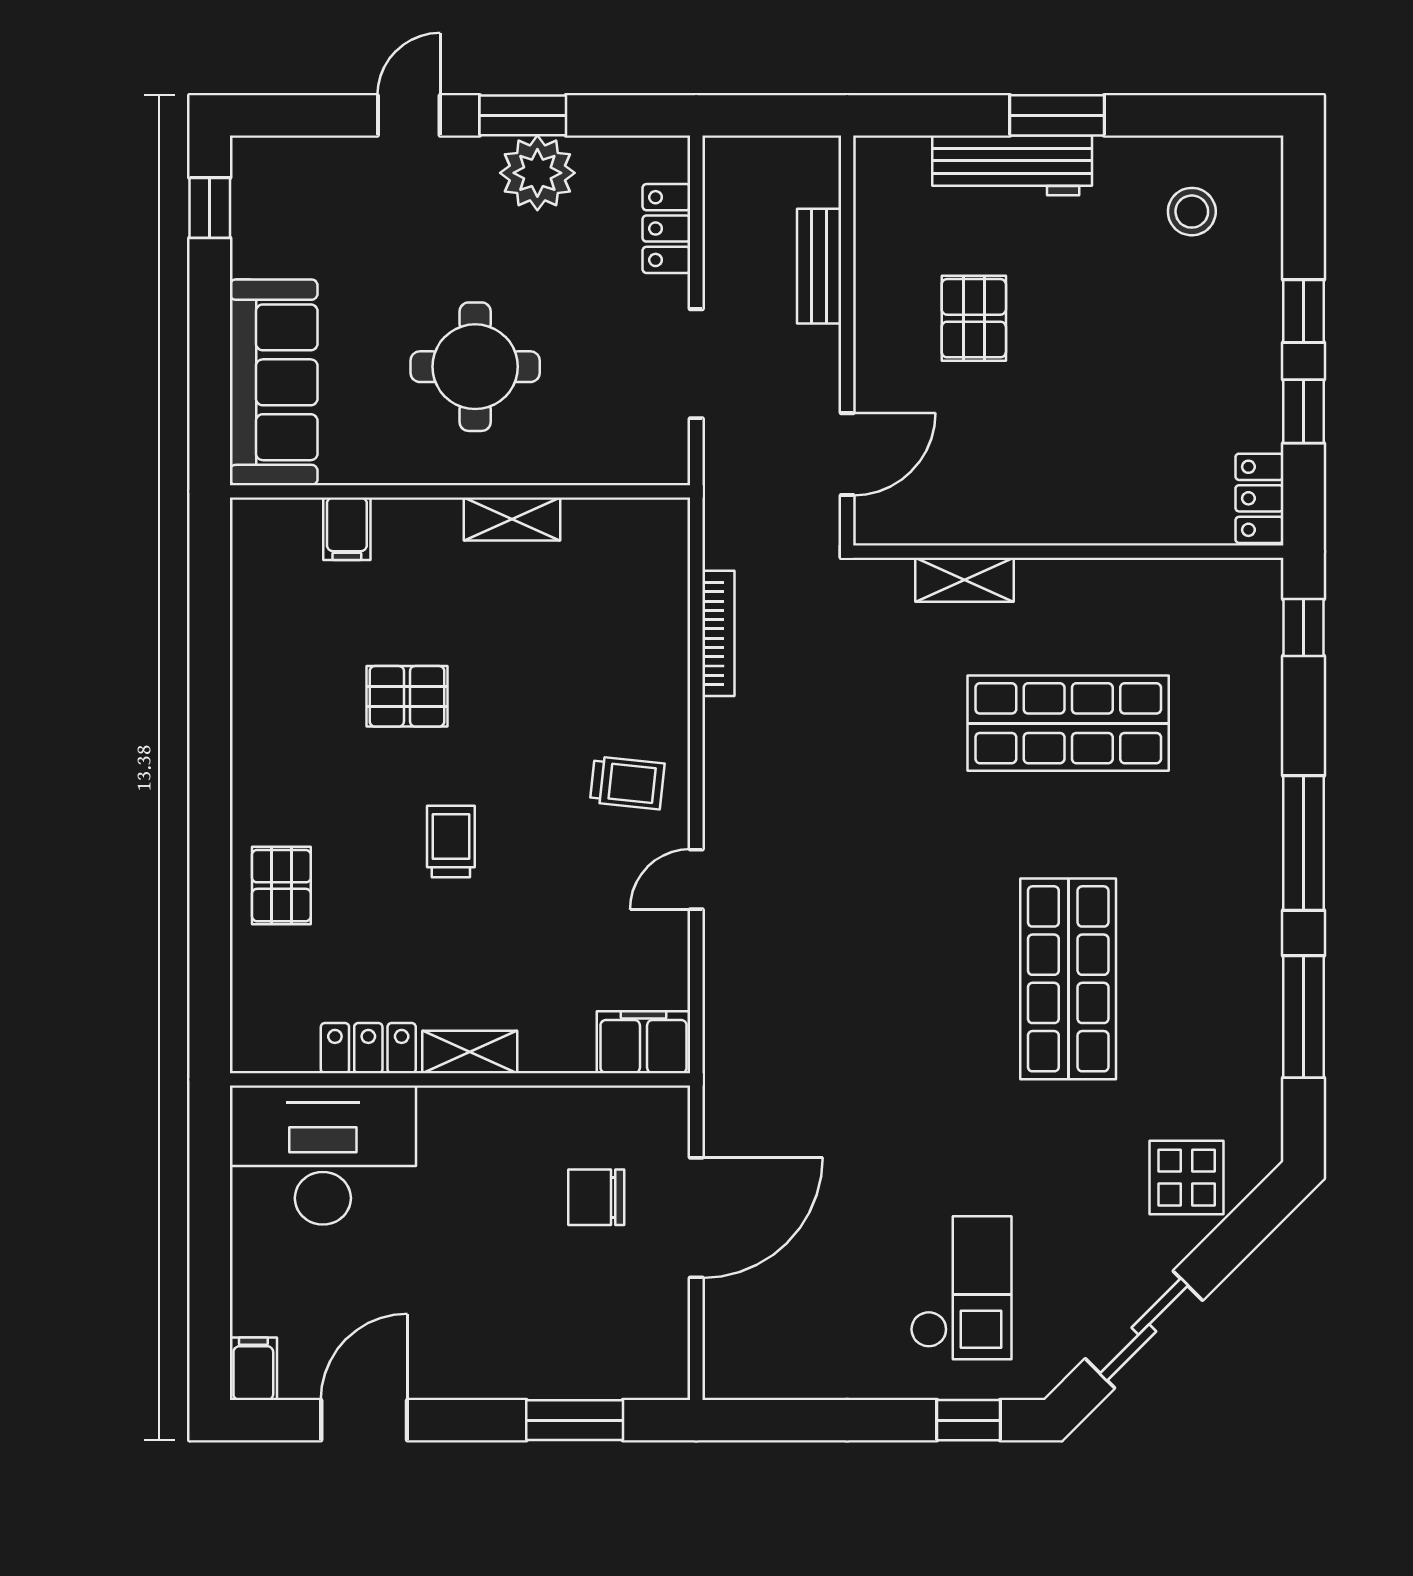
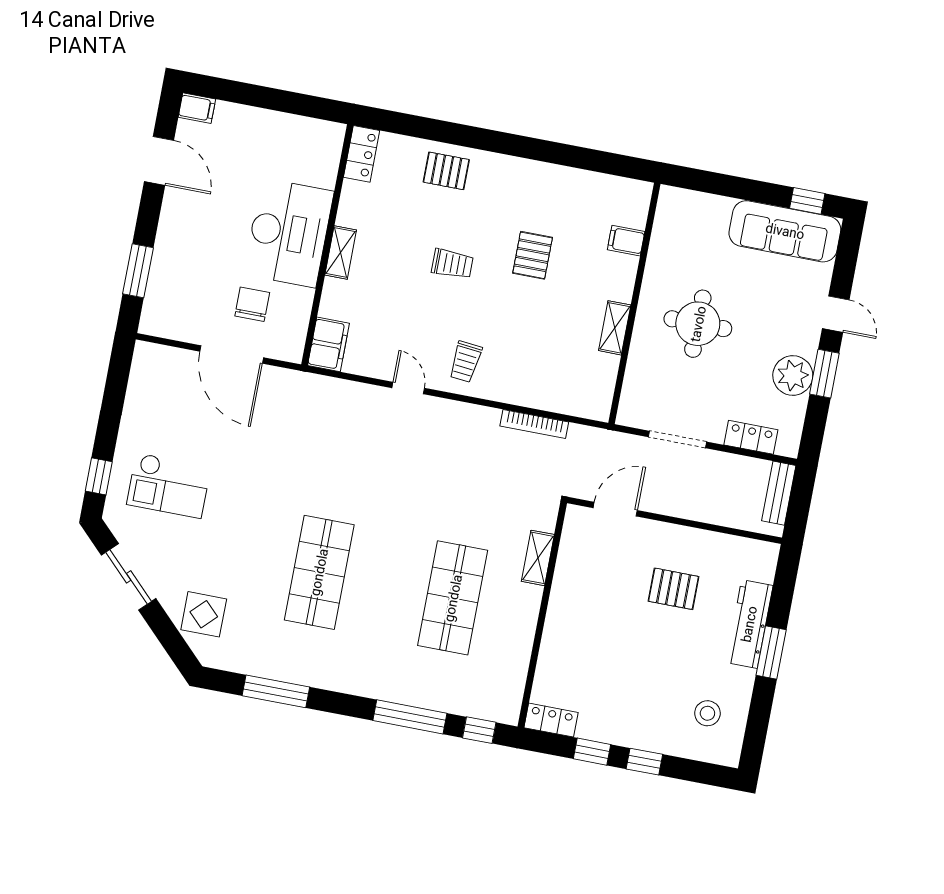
bench: (819, 266) -> (779, 493), moved, turned 90
sofa: (274, 382) -> (785, 231), moved
door: (847, 454) -> (615, 509), swing flipped
window: (1303, 843) -> (410, 717), moved
shop shelf: (1068, 979) -> (319, 572), turned 90
locker: (368, 1048) -> (362, 154), moved
desk: (323, 1155) -> (289, 233), moved

